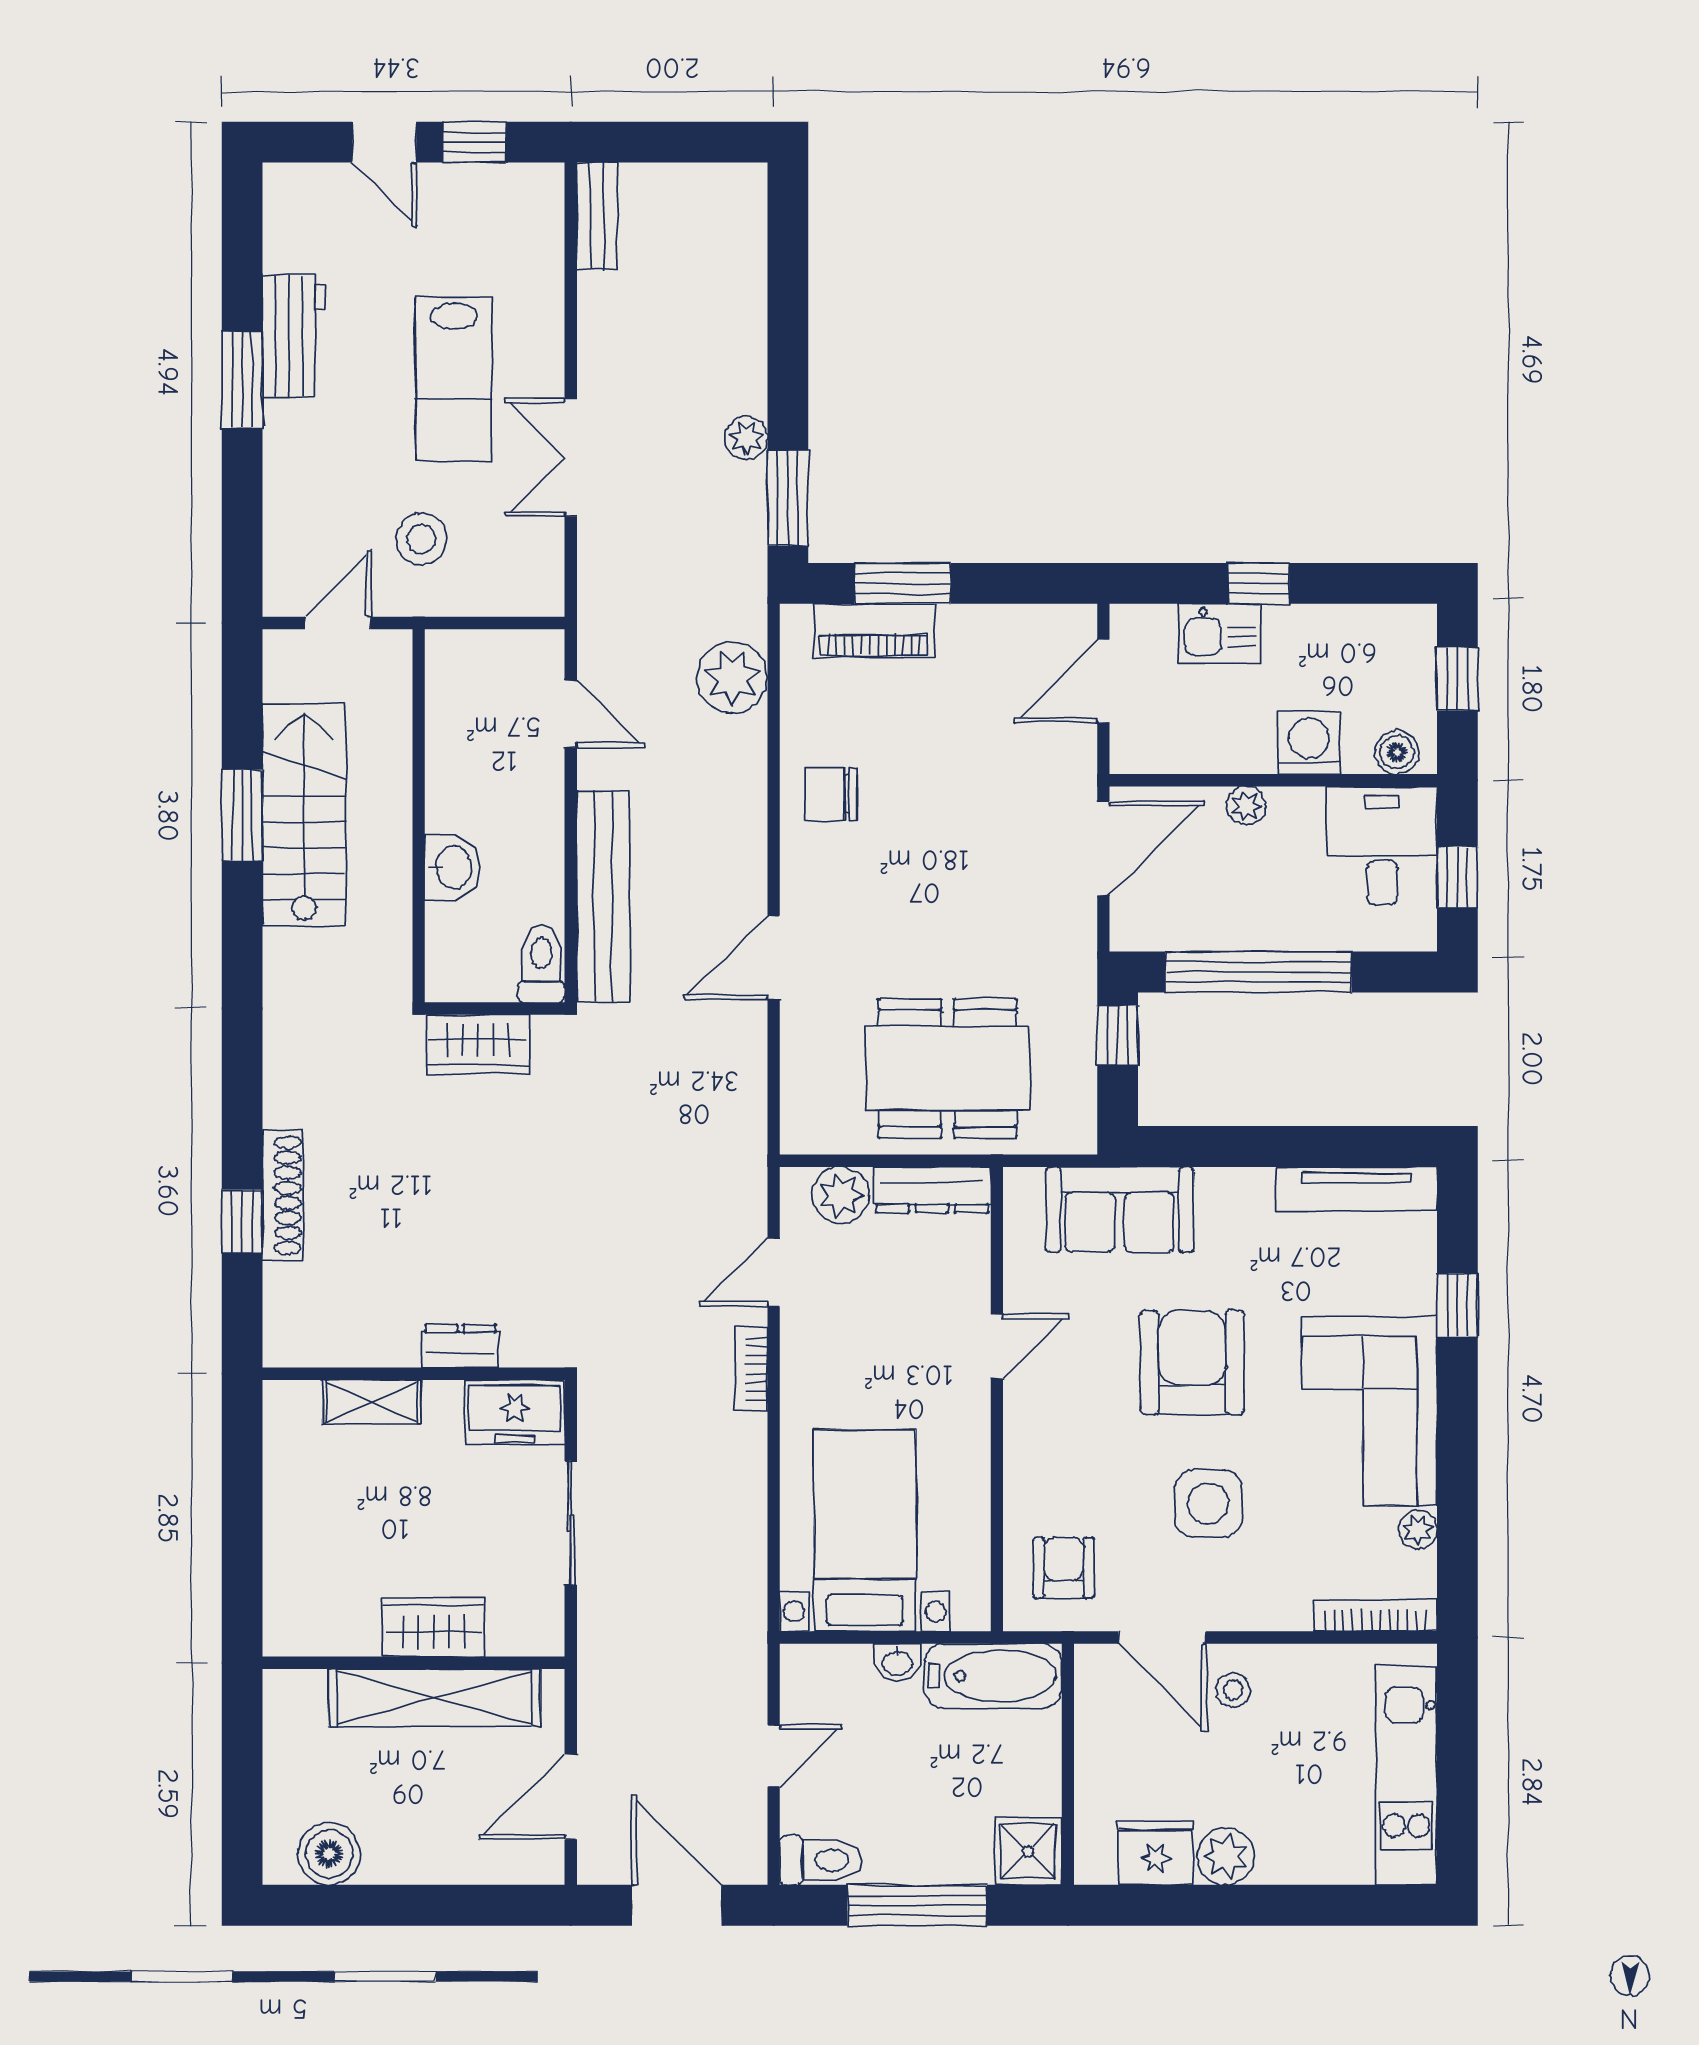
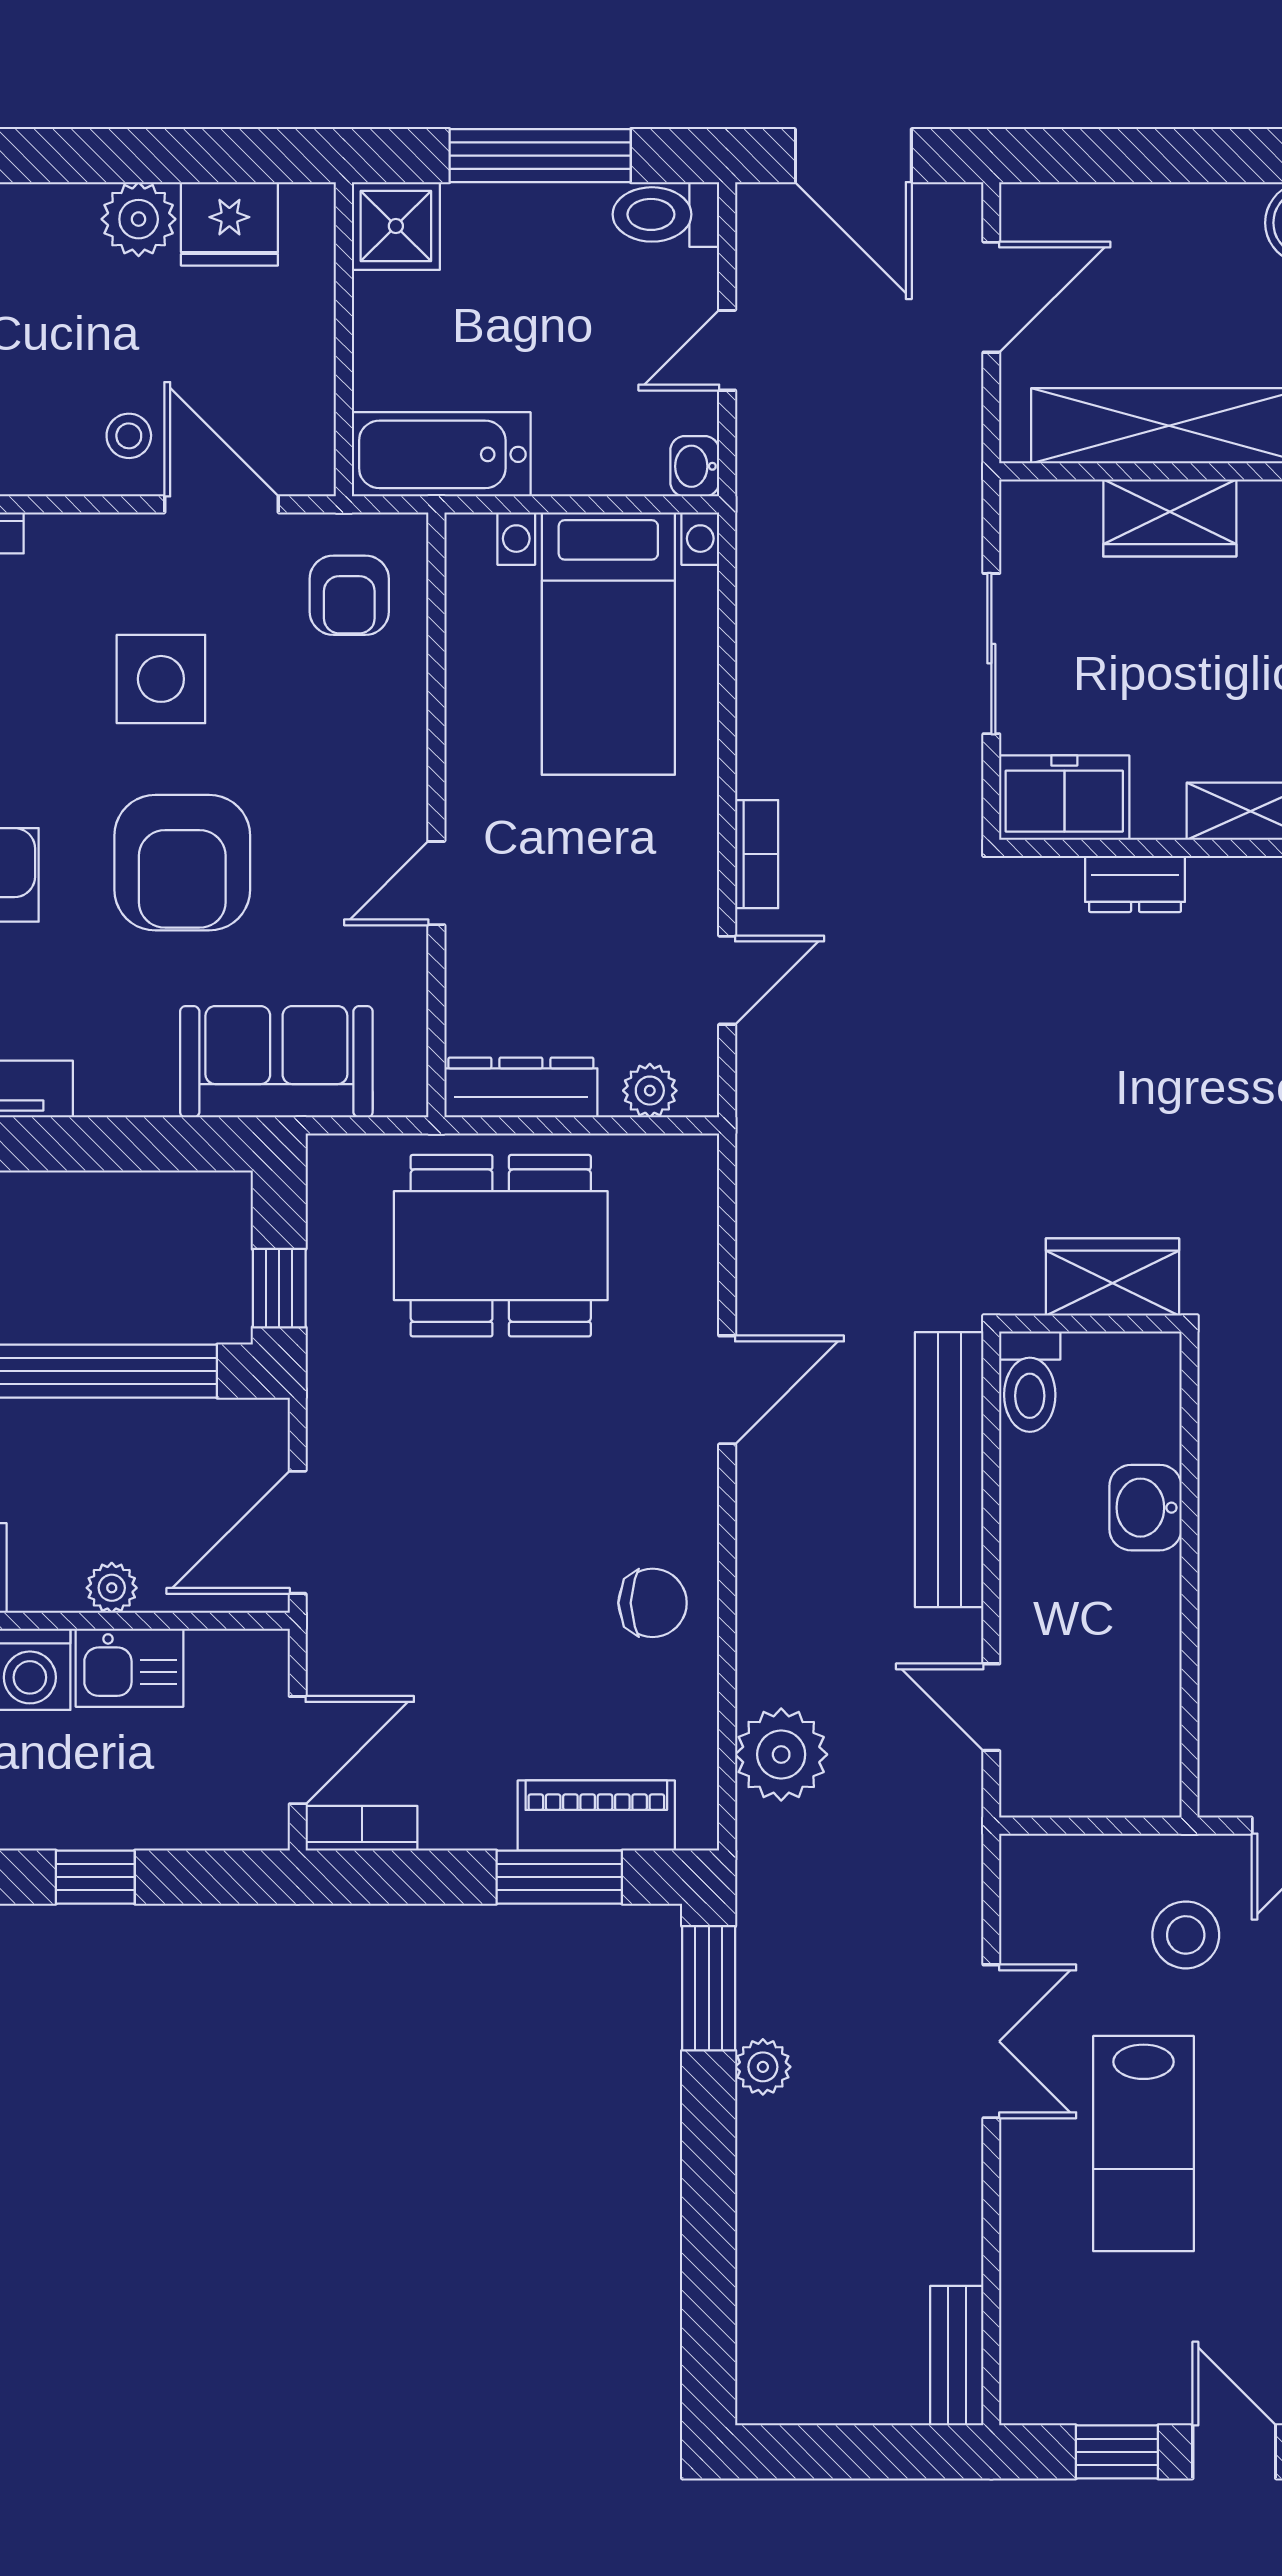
lab bench: (454, 379) -> (1143, 2144), turned 180
bookcase: (1054, 621) -> (362, 1828), added
kitchen sink: (1220, 634) -> (130, 1668), moved, turned 180
plant: (841, 1195) -> (650, 1091), width x0.73, depth x0.73
washbasin: (897, 1662) -> (695, 466), moved, turned -90

